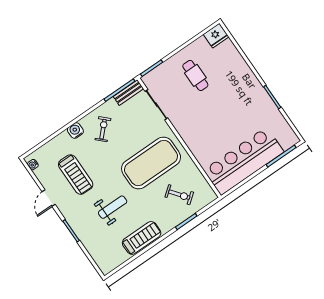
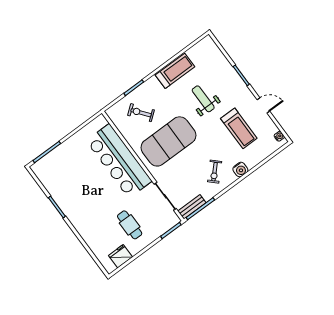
fridge: (216, 36) -> (120, 256), moved
bar counter: (244, 161) -> (119, 161), moved, turned 90
treadmill: (76, 175) -> (239, 128), turned 180
door: (49, 198) -> (263, 105), hinge flipped
weight bench: (113, 207) -> (203, 99), turned 90
treadmill: (142, 238) -> (175, 71), turned 180

